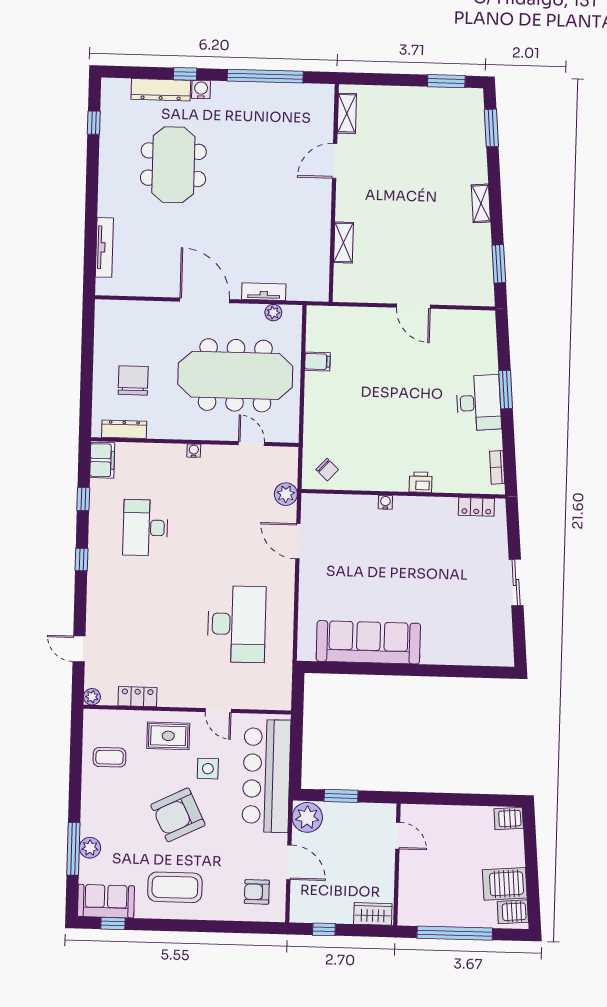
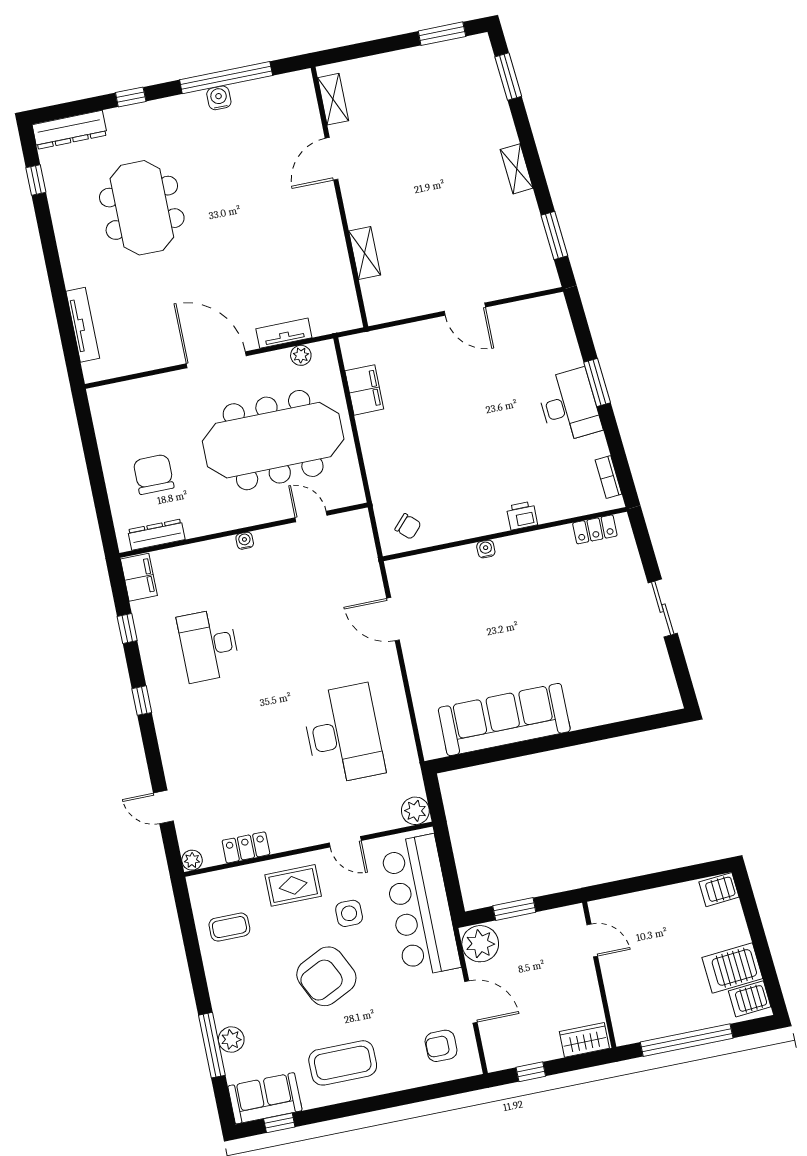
dresser: (161, 90) -> (70, 130), moved
water cooler: (201, 90) -> (219, 98), moved
filing cabinet: (317, 362) -> (364, 390), width x2.00
plant: (286, 494) -> (415, 811), moved

